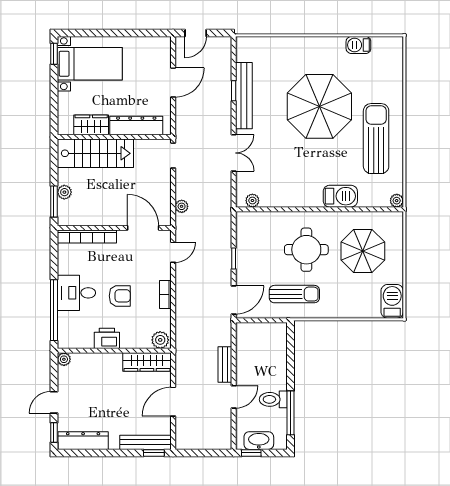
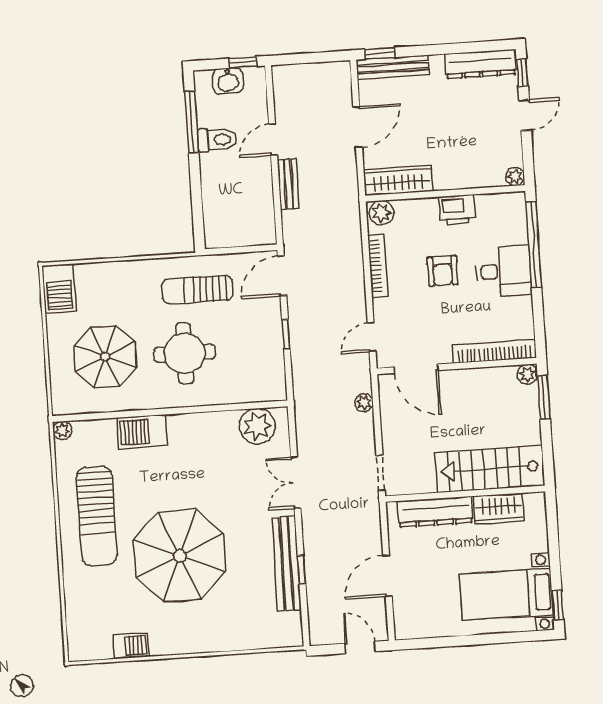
door: (196, 33) -> (360, 647), hinge flipped
plant: (64, 192) -> (527, 374), moved
plant: (252, 201) -> (257, 426), width x1.87, depth x1.87
bookcase: (165, 295) -> (378, 266), width x1.56
armchair: (120, 296) -> (443, 271), turned -90
washbasin: (259, 441) -> (228, 81), width x0.72

